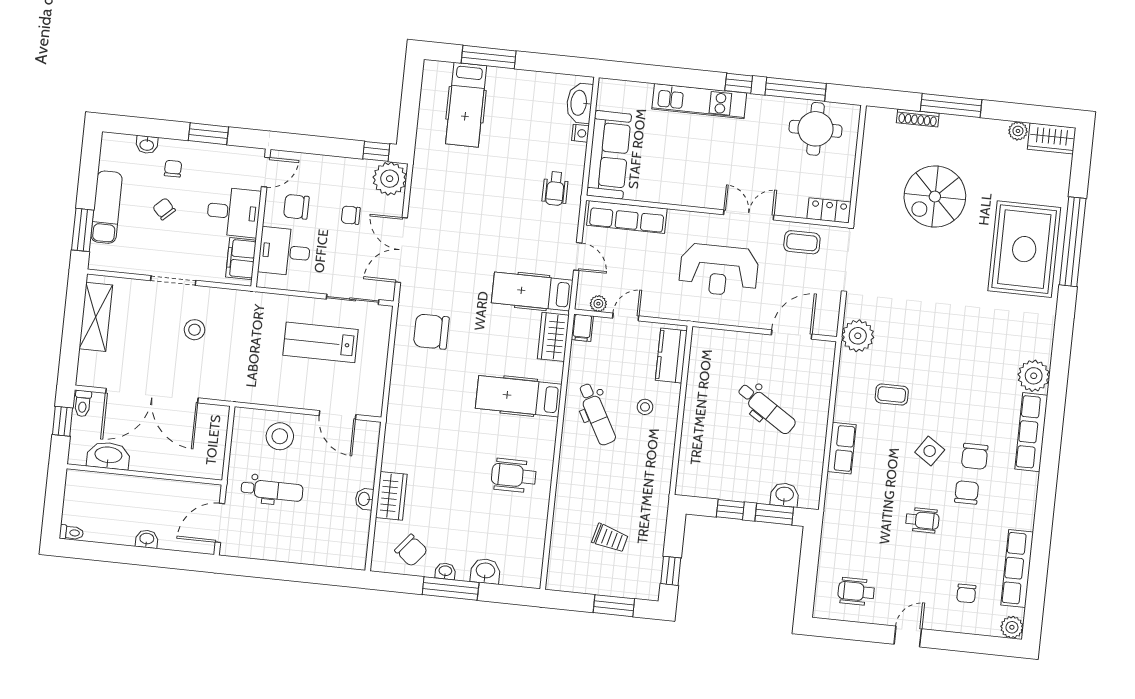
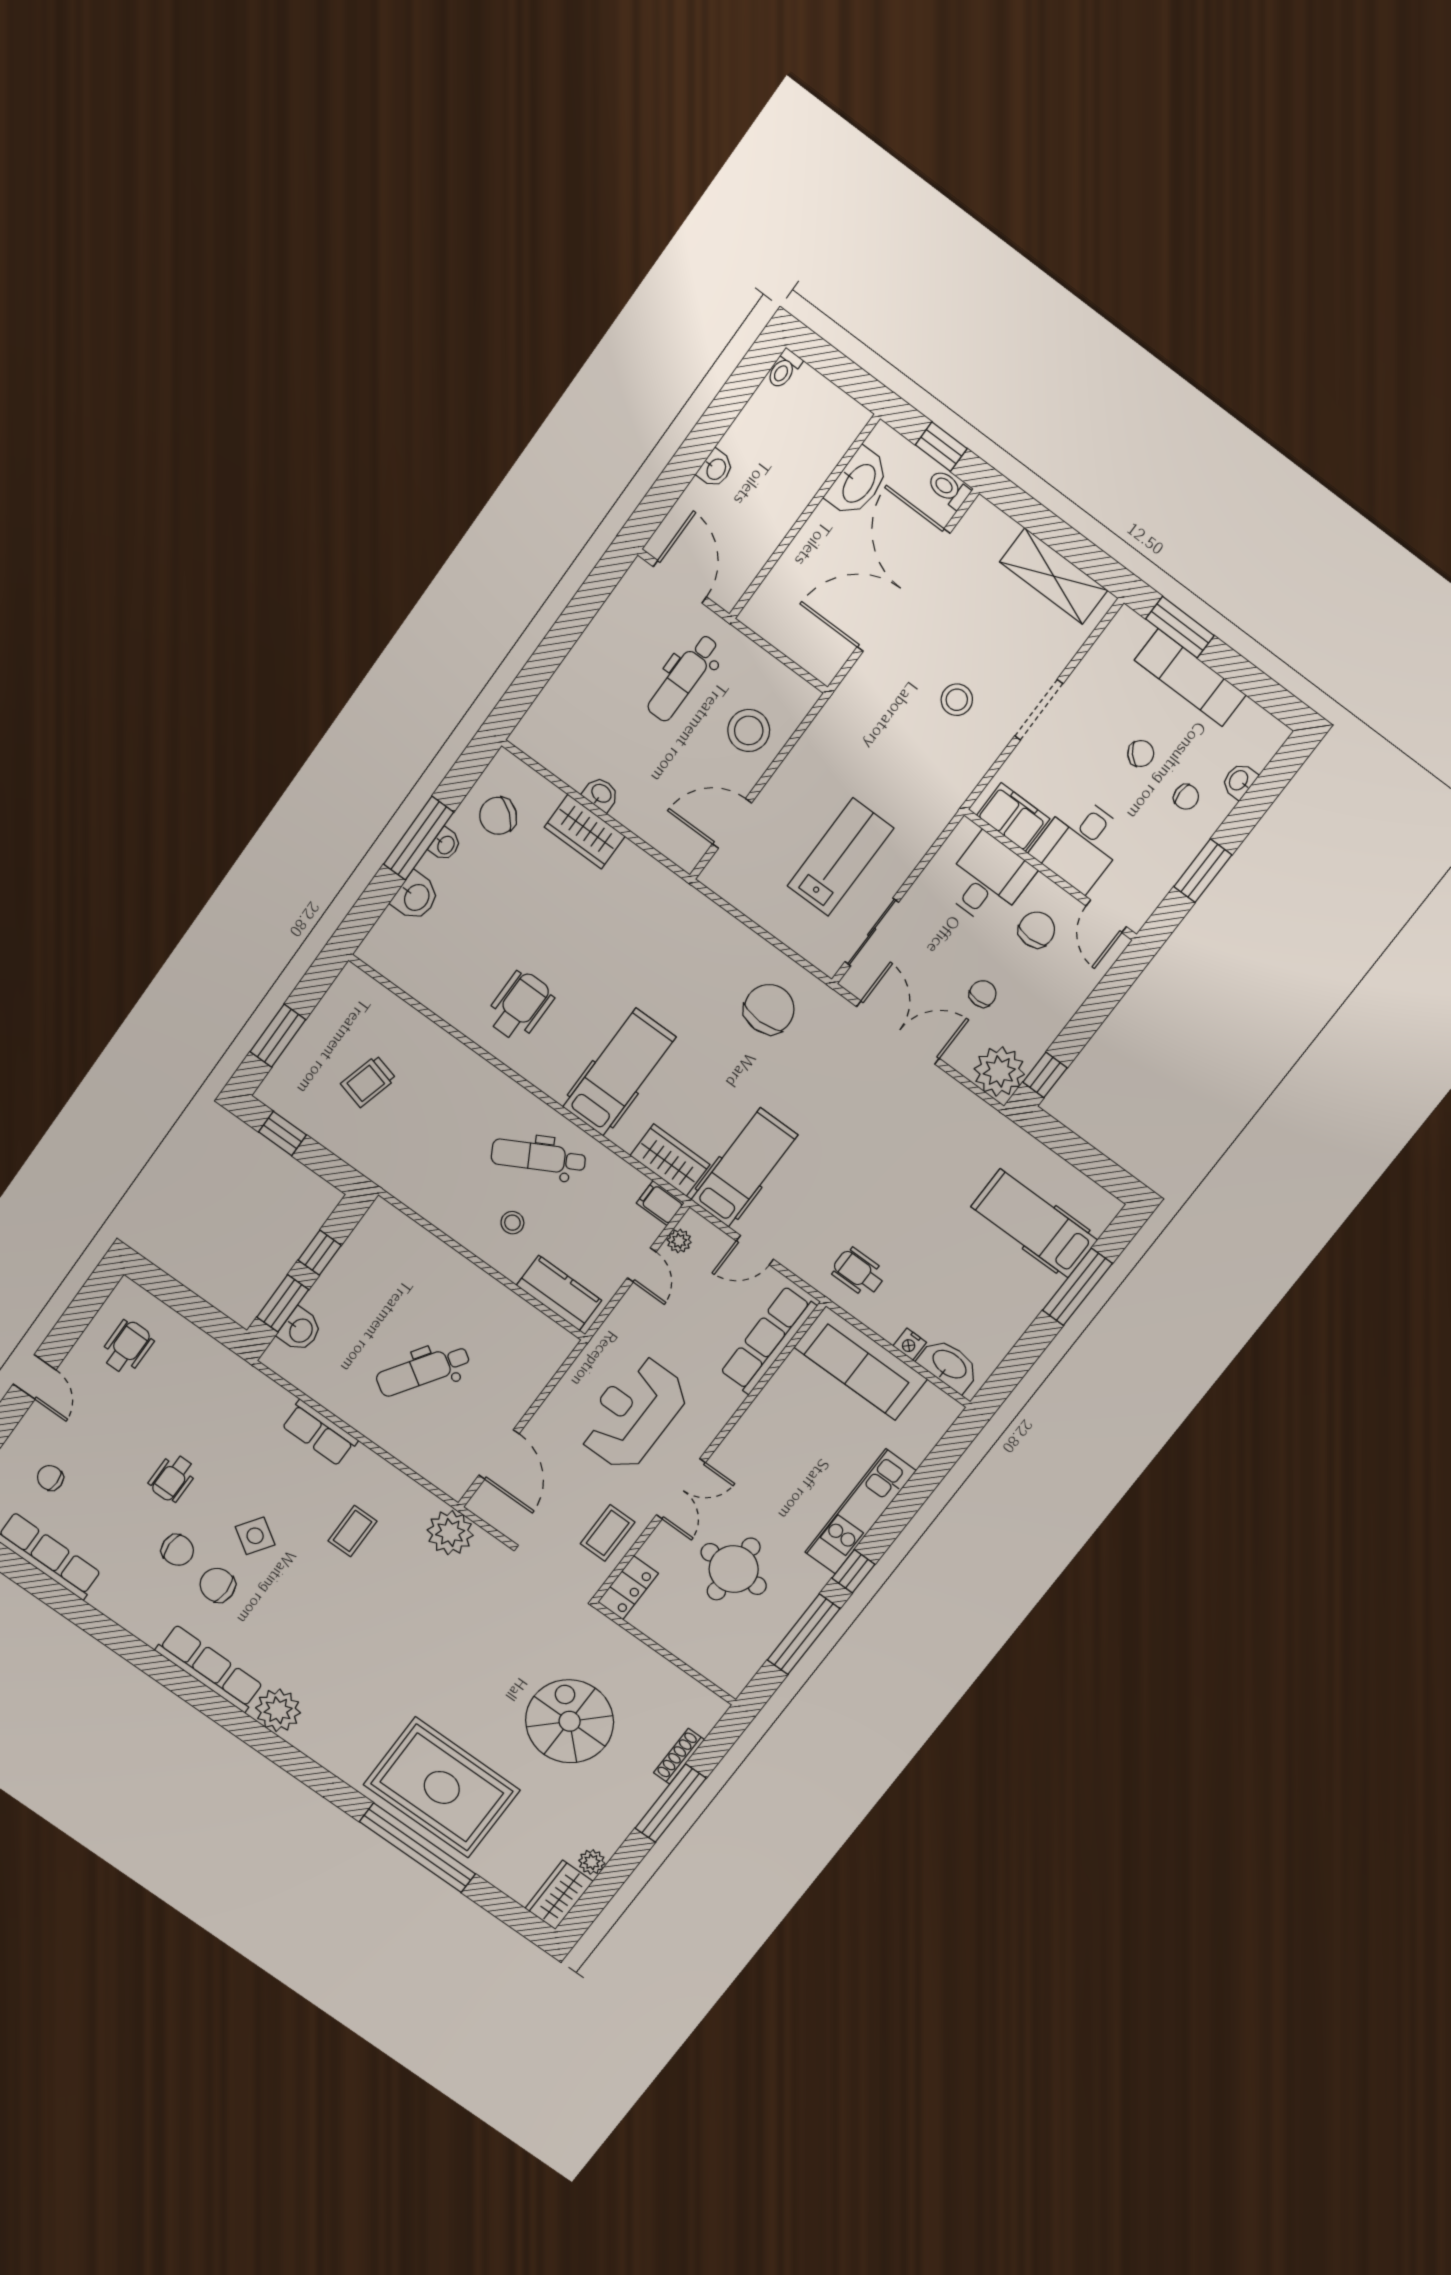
round table: (816, 129) -> (734, 1569), moved

